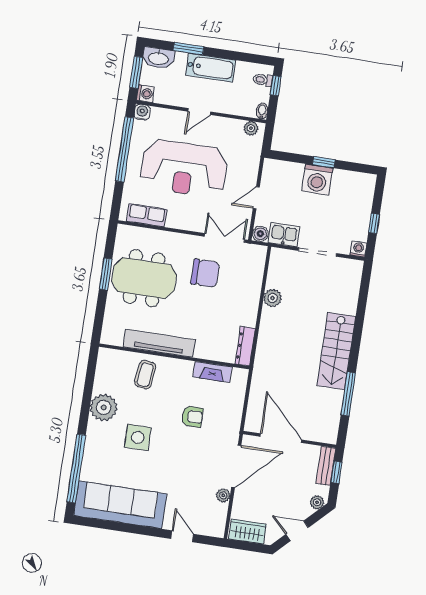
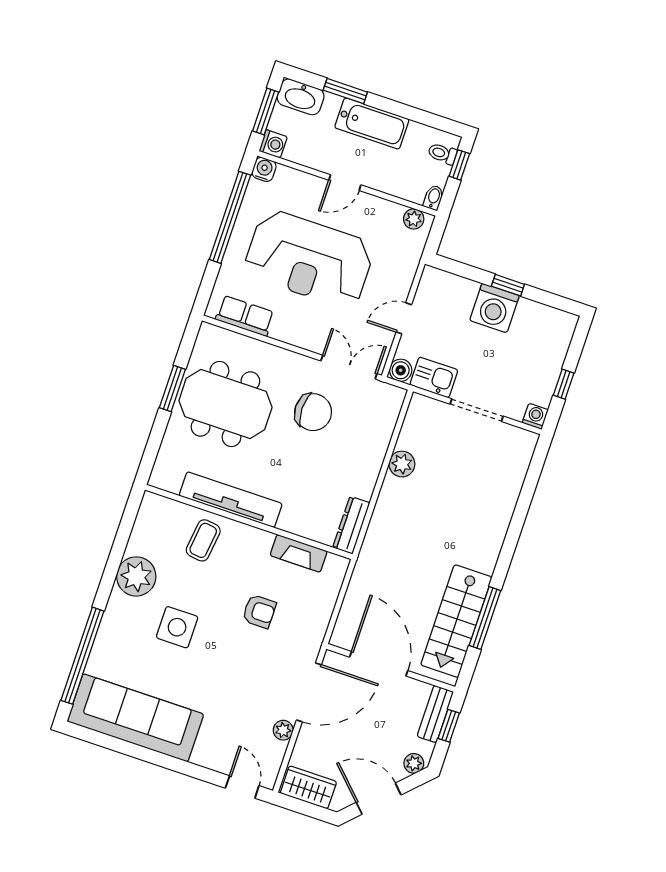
stairs: (336, 351) -> (456, 621), moved
door: (297, 531) -> (379, 799), width x1.38
door: (182, 536) -> (242, 787), moved

